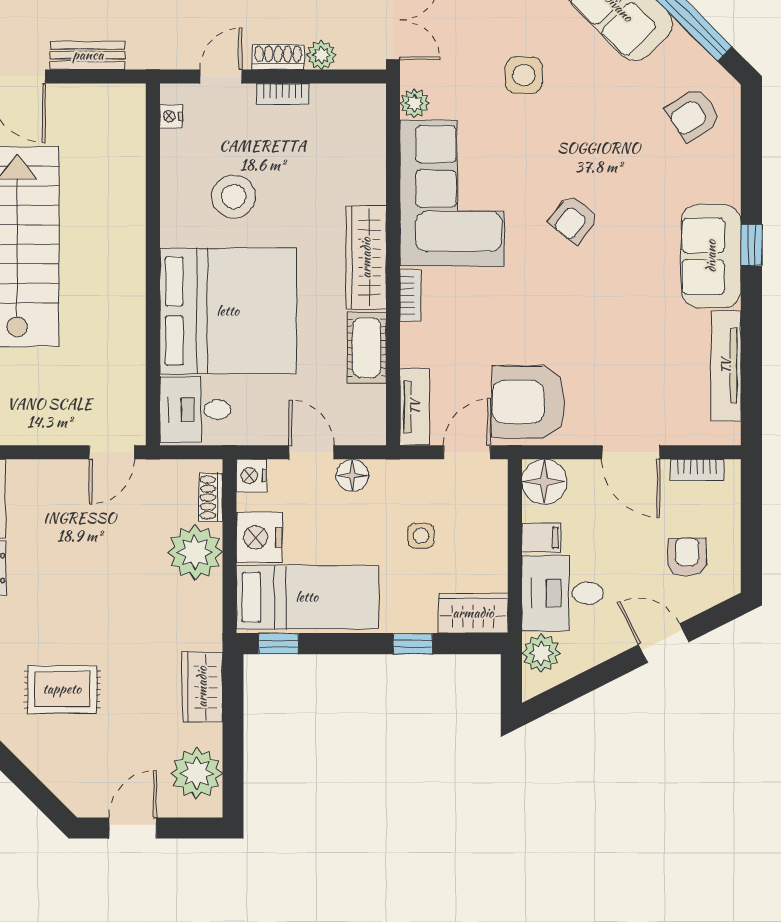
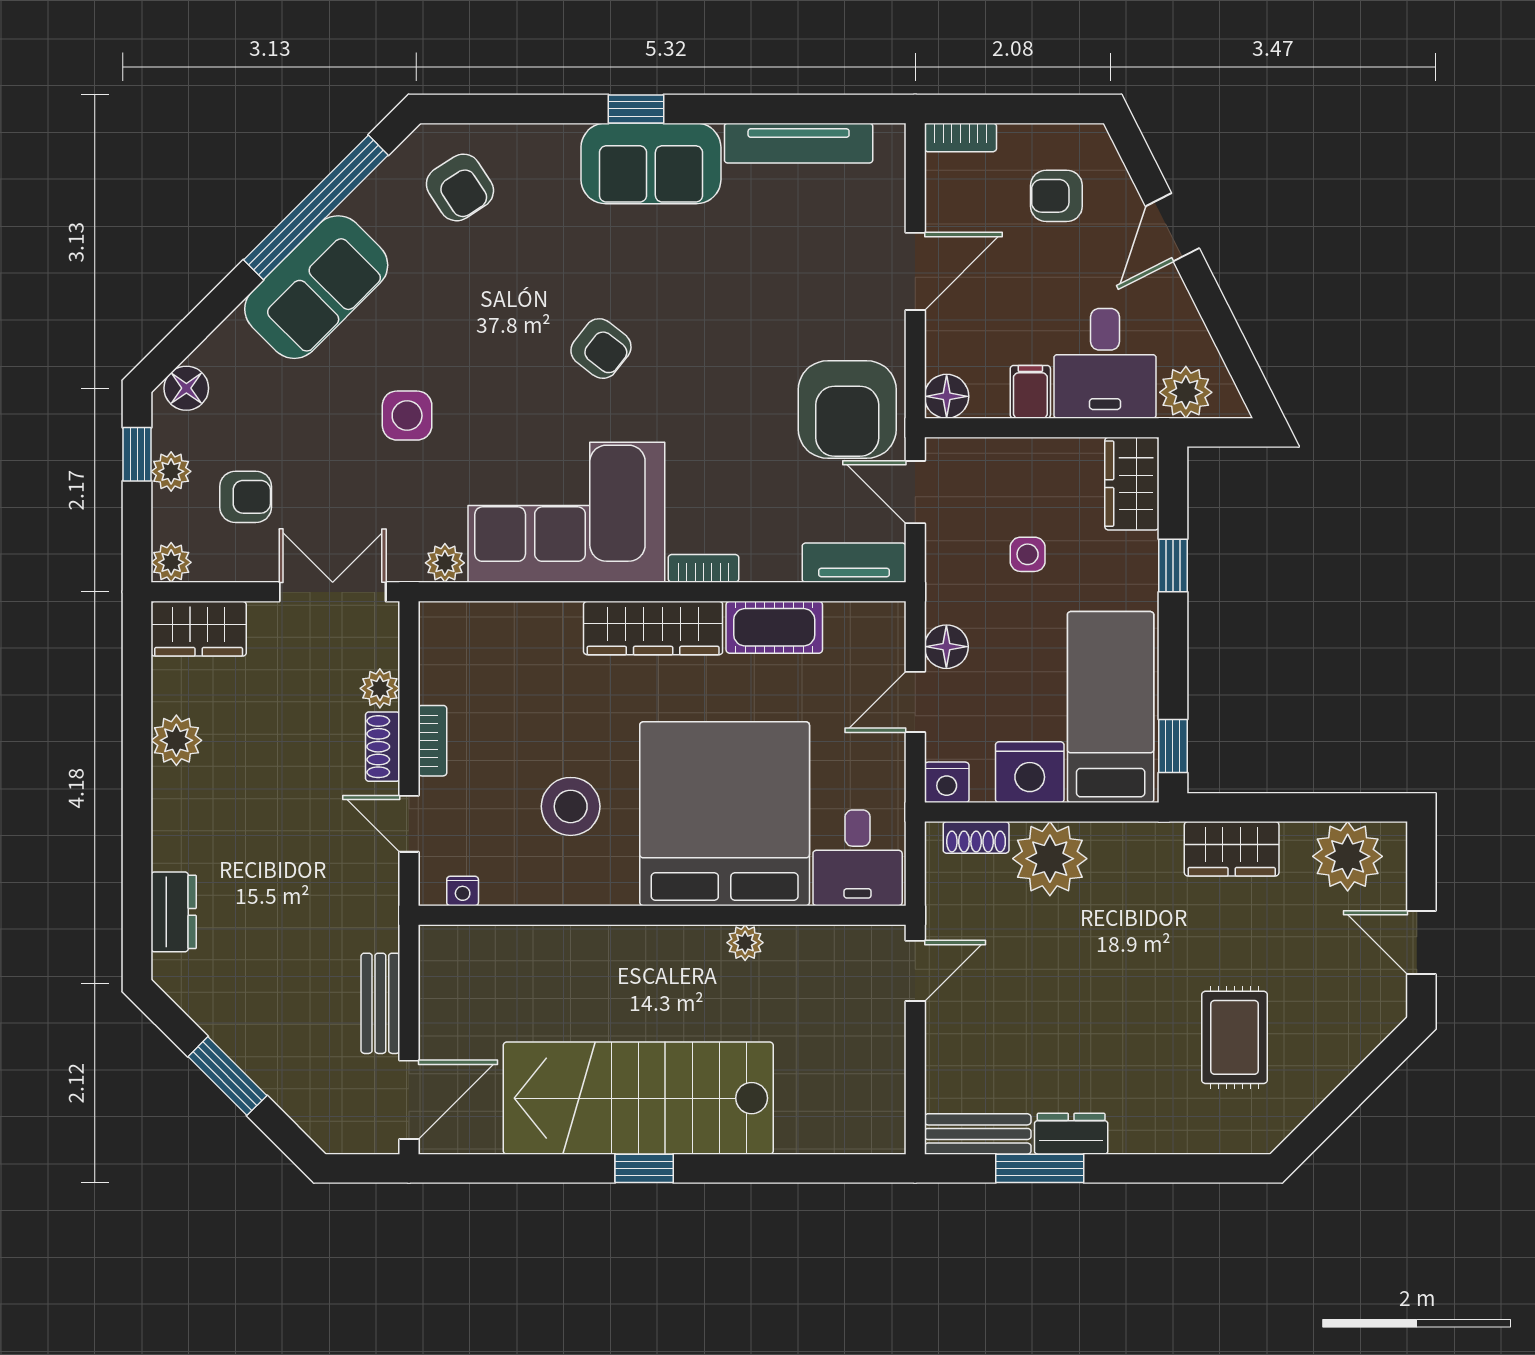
plant: (133, 326) -> (745, 943), added
door: (112, 452) -> (915, 971), hinge flipped
bookcase: (697, 470) -> (960, 137), moved, turned 90
floor lamp: (544, 482) -> (947, 396), width x0.73, depth x0.73

